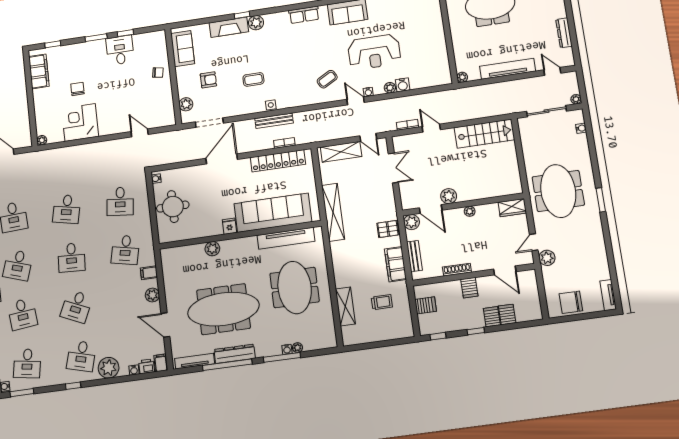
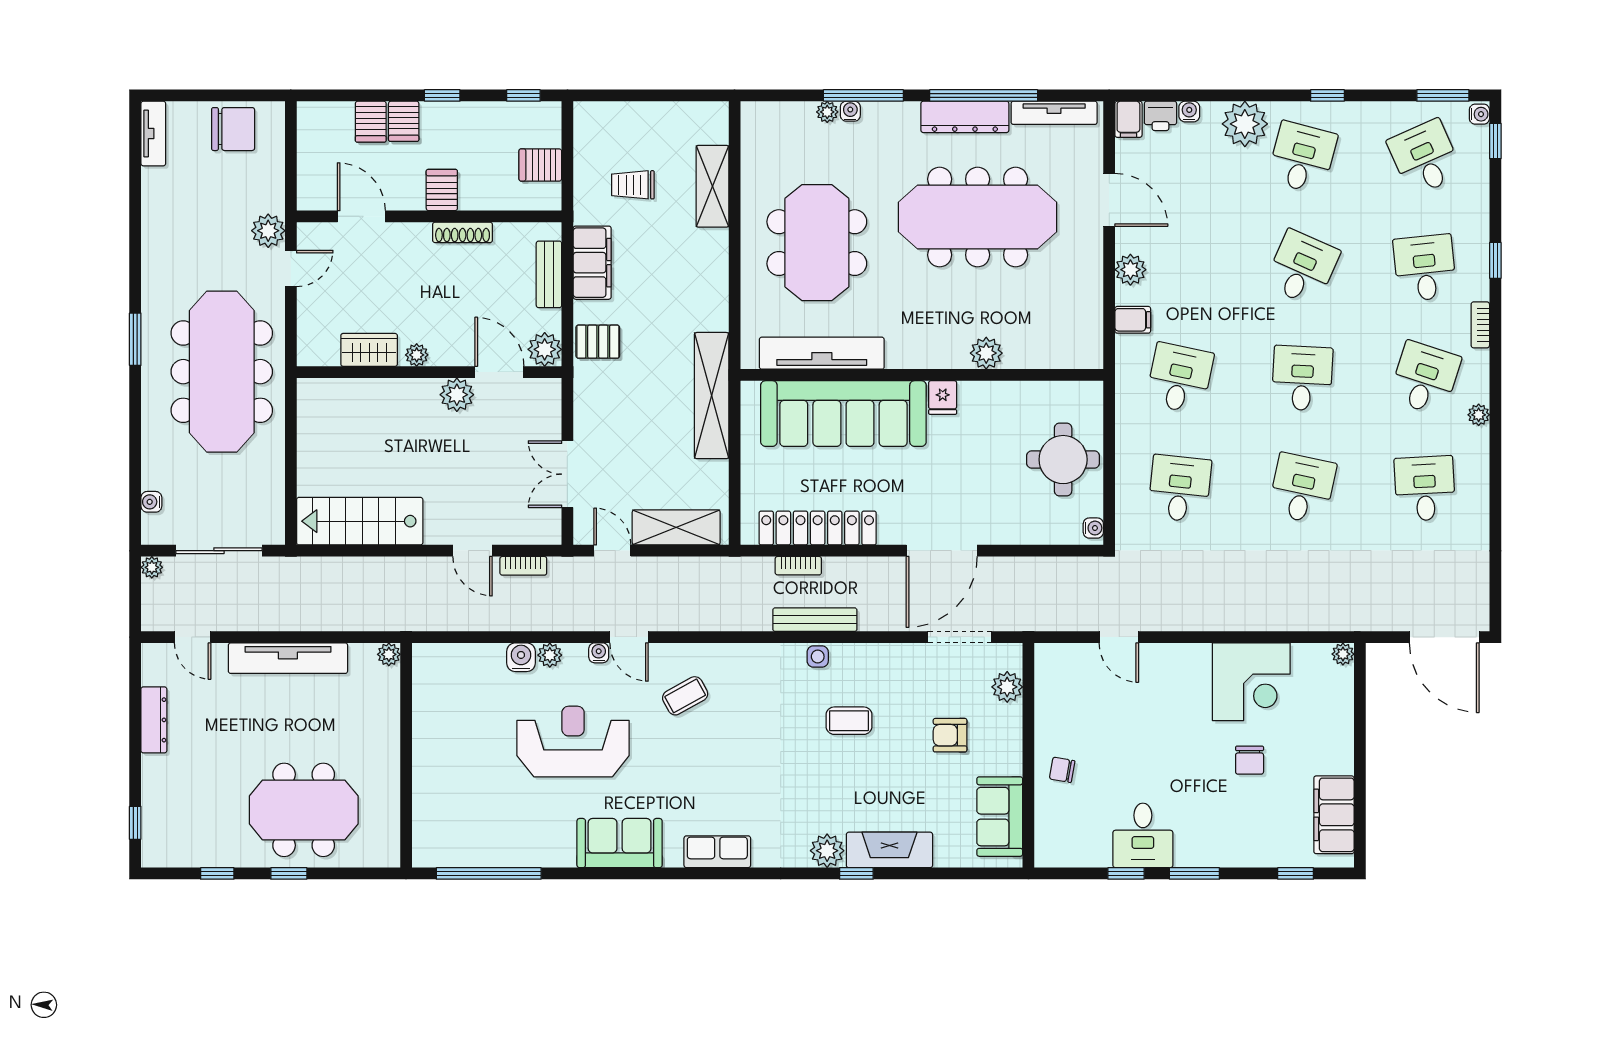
meeting table: (558, 191) -> (222, 372), width x1.36
wardrobe: (512, 208) -> (369, 350), moved
desk: (27, 363) -> (1425, 158), turned -33

